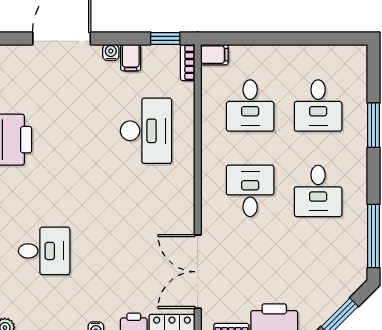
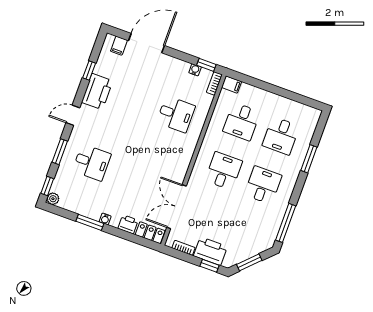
water cooler: (111, 52) -> (195, 70), moved
filing cabinet: (131, 58) -> (119, 46), moved
desk: (146, 131) -> (176, 114), width x0.73
desk: (318, 191) -> (263, 185), turned 180

